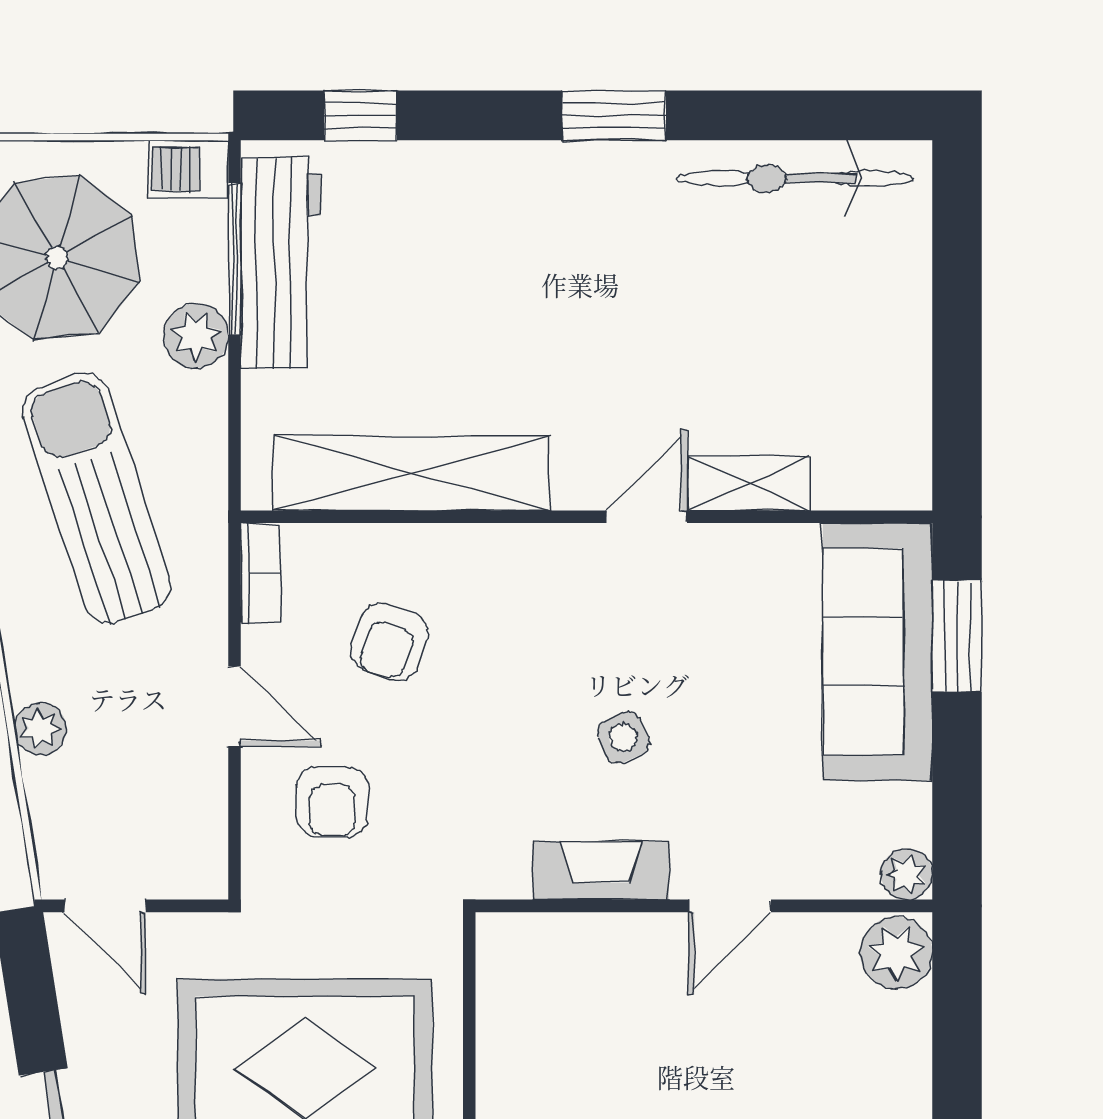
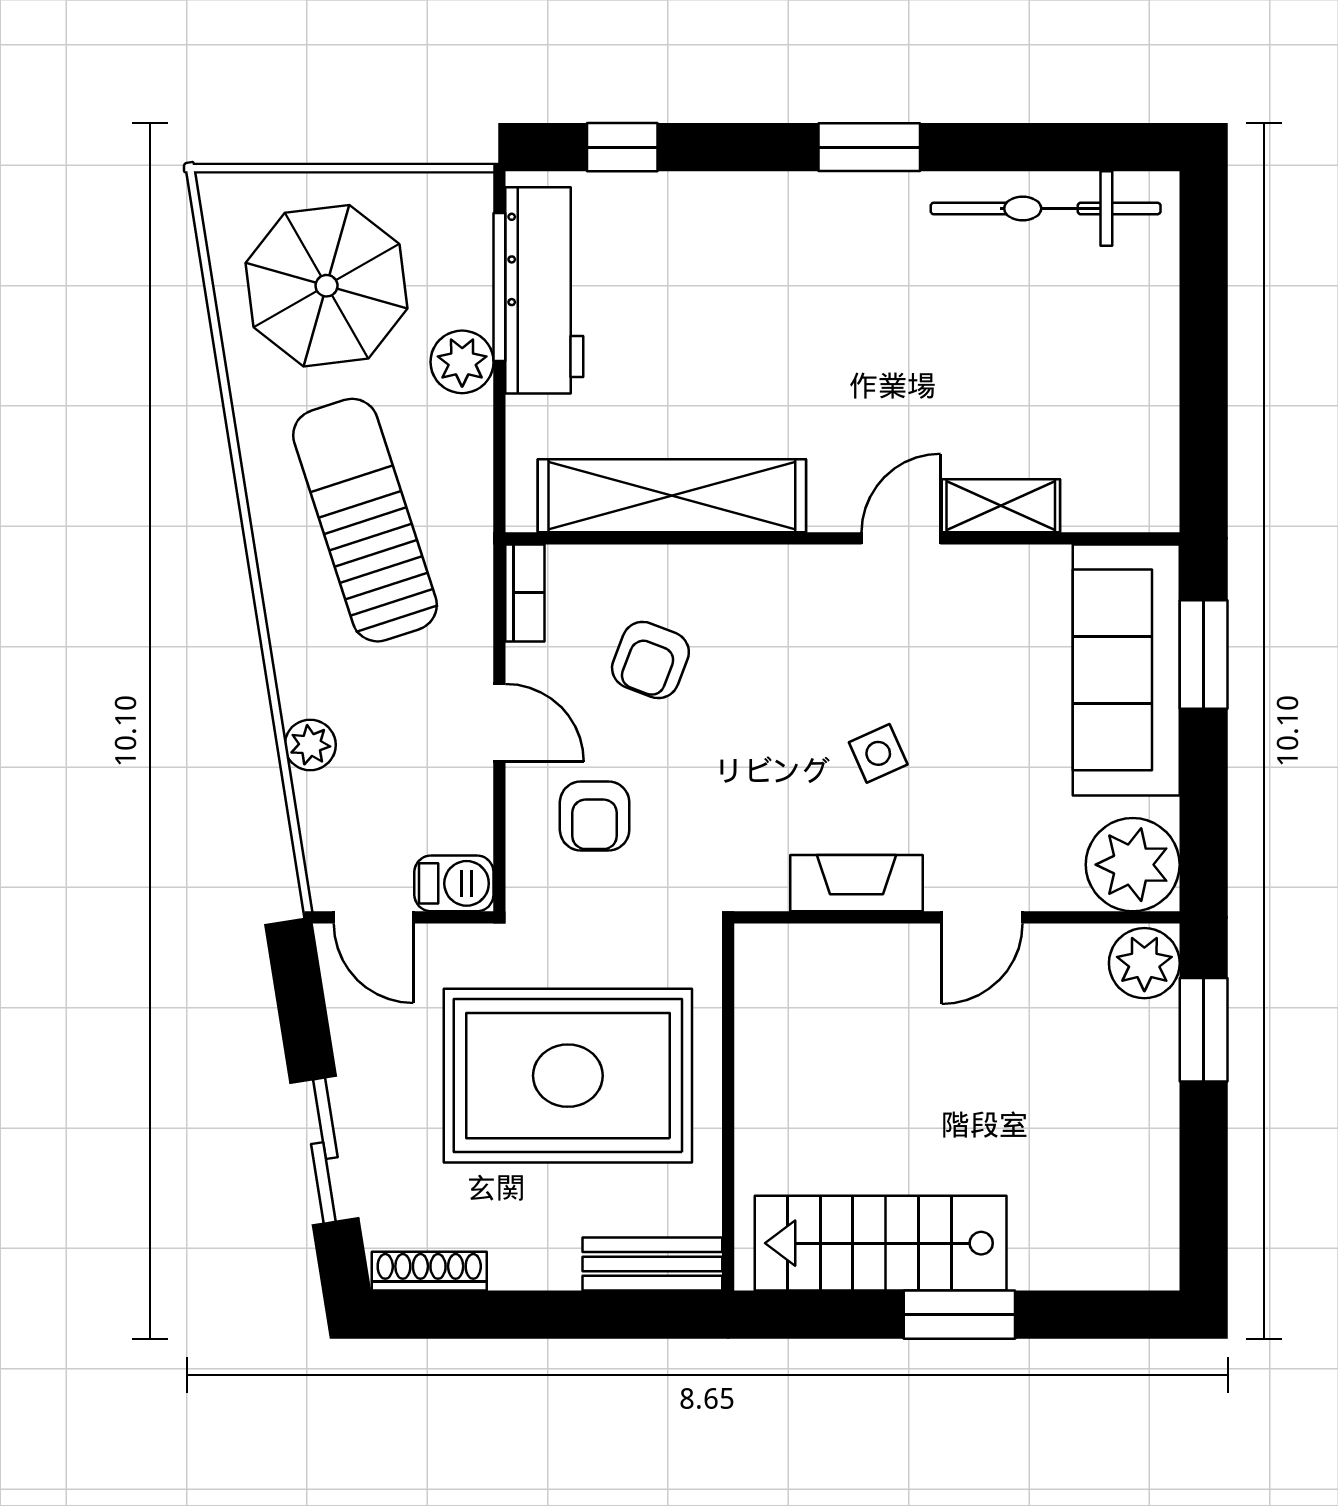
barbecue: (188, 169) -> (454, 883), moved, turned 180
plant: (907, 874) -> (1133, 865), width x1.87, depth x1.87
window: (957, 1021) -> (1204, 1030), added

